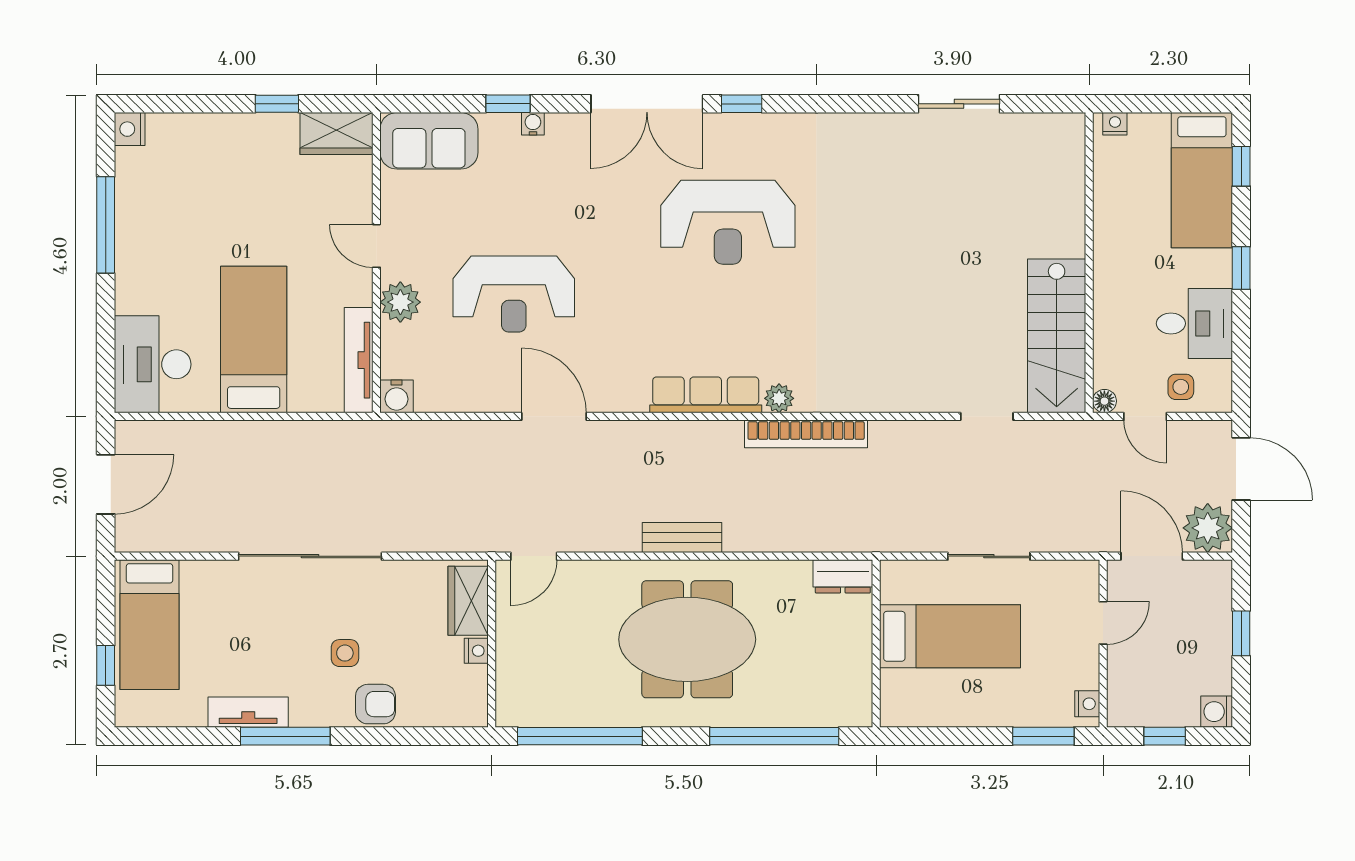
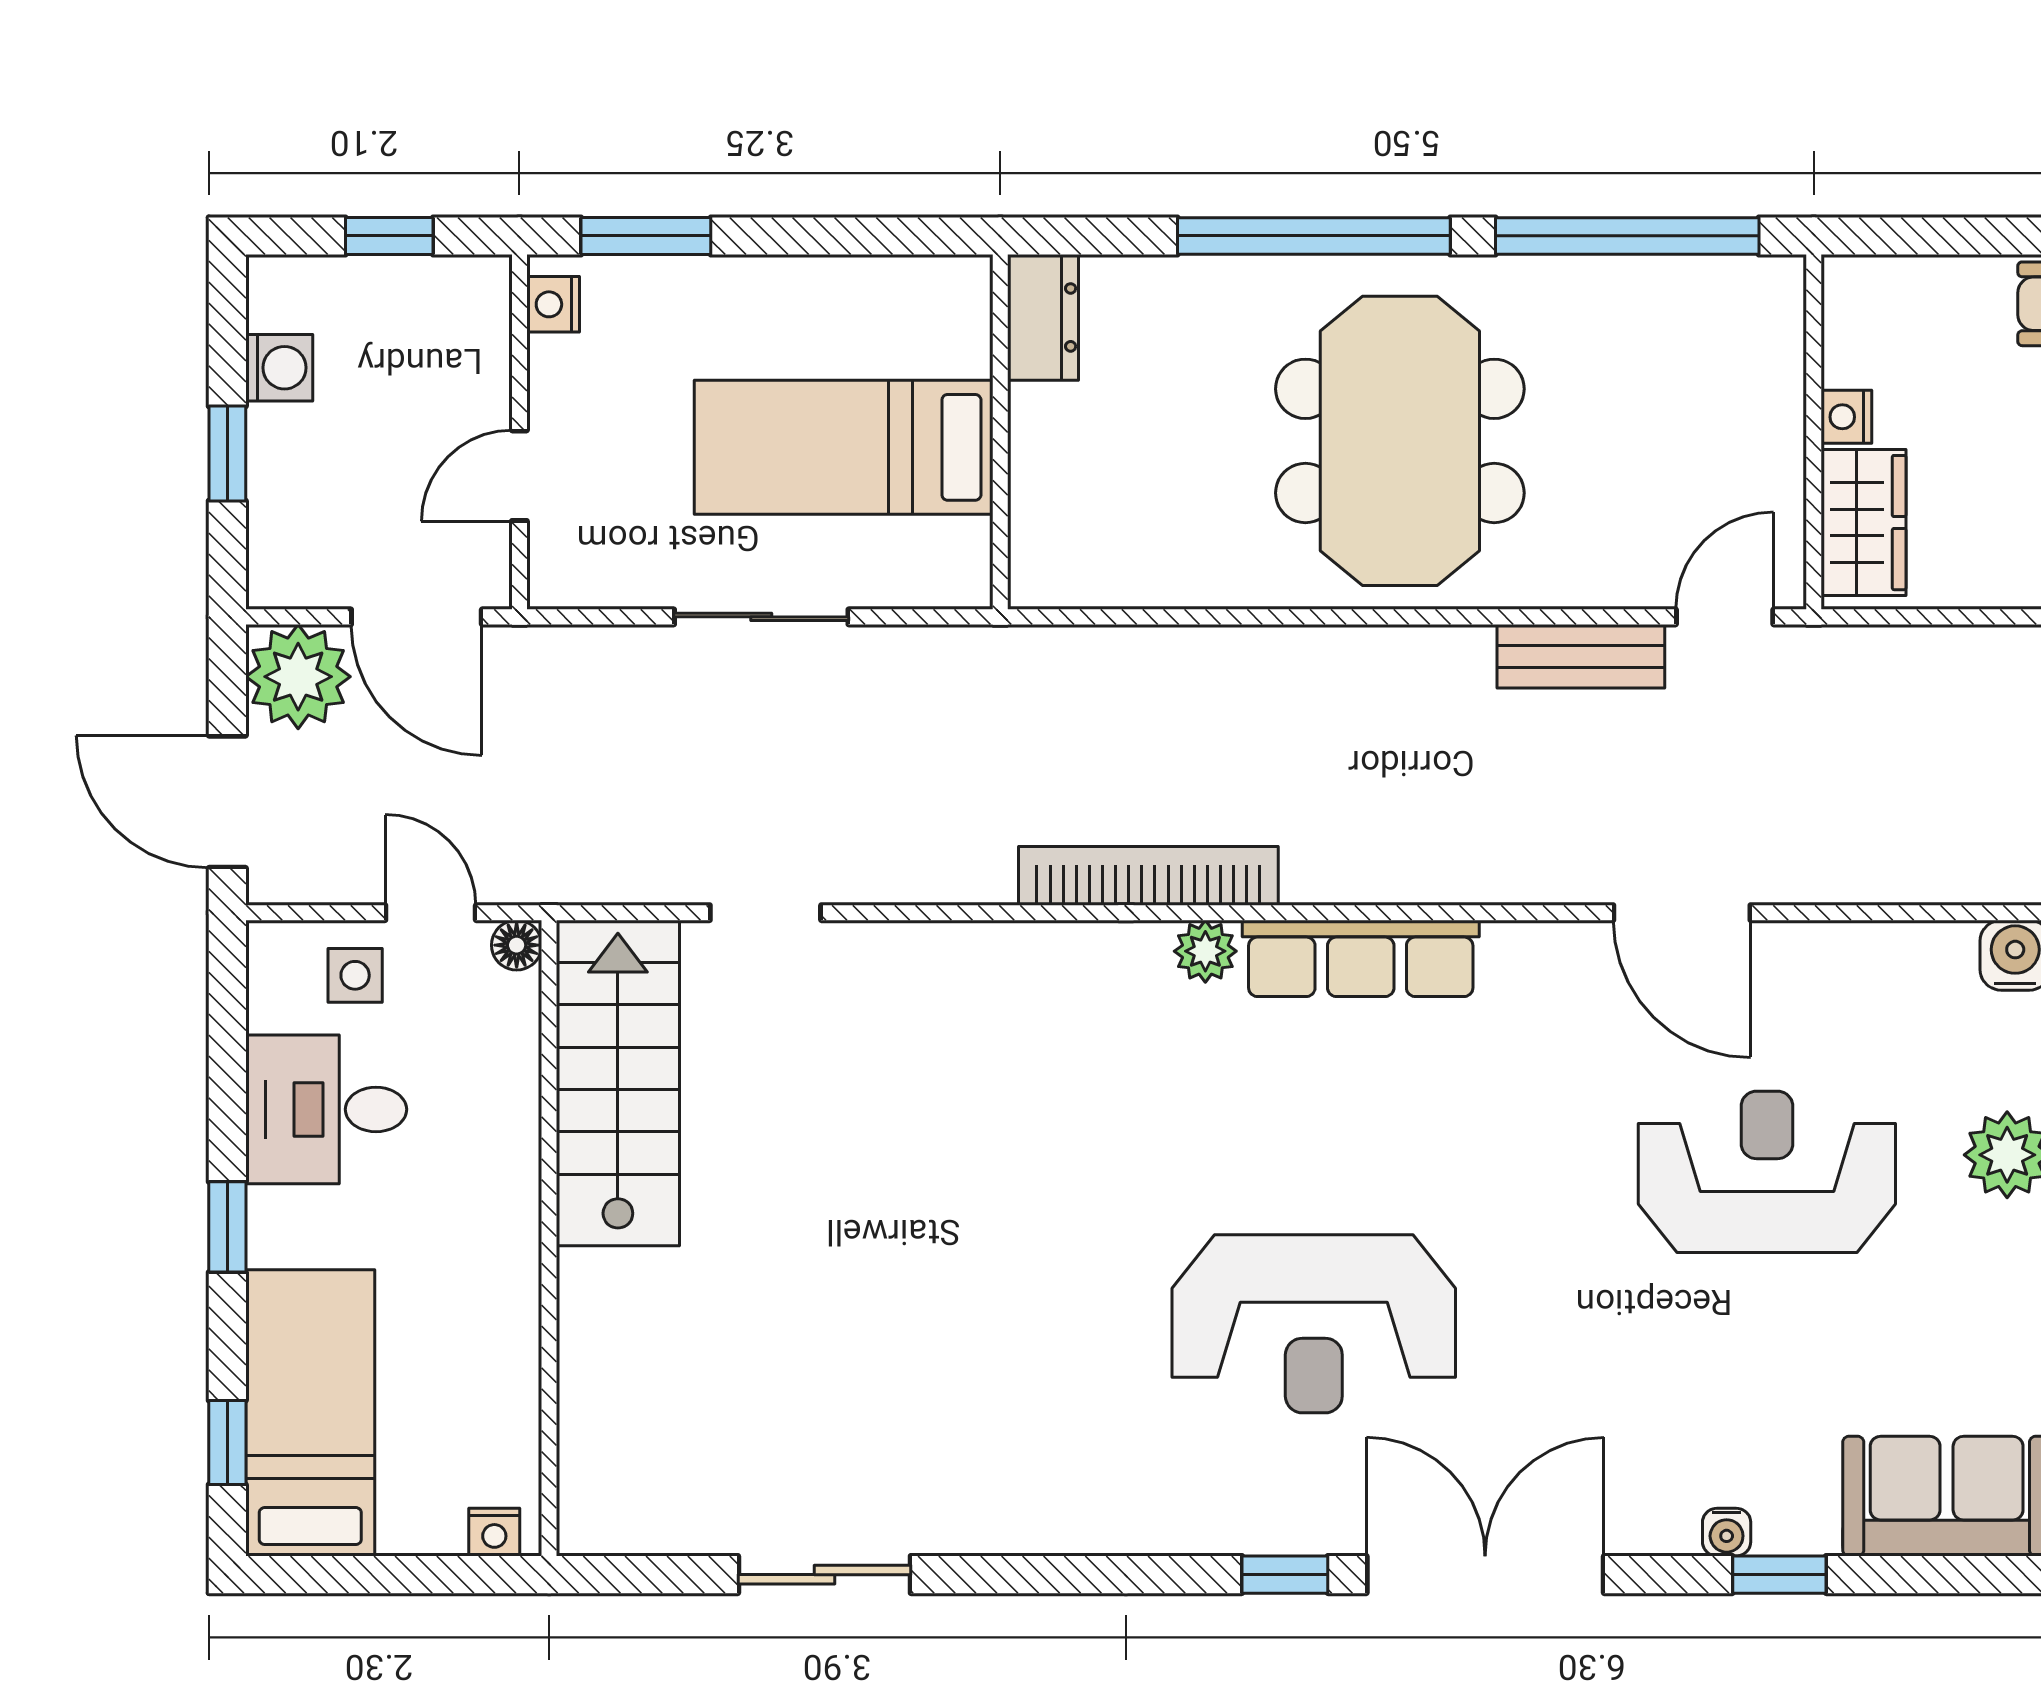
reception desk: (728, 222) -> (1314, 1324), turned 180
bench: (682, 538) -> (1581, 656), moved
dresser: (843, 576) -> (1043, 317), moved, turned 90
meeting table: (687, 639) -> (1400, 441), turned 90
washing machine: (1217, 712) -> (279, 368), moved
window: (774, 736) -> (1314, 236), moved

